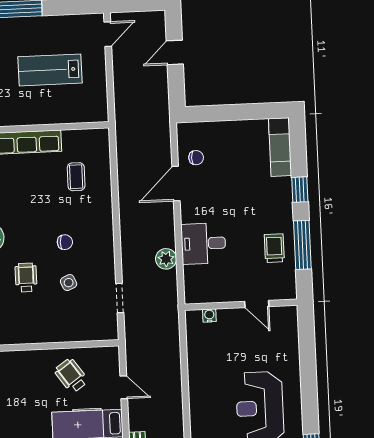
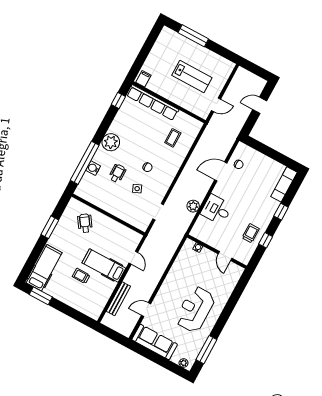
door: (108, 34) -> (216, 105), moved
lab bench: (50, 70) -> (192, 76), turned 180
window: (302, 245) -> (266, 240), width x0.46
wheelchair: (71, 376) -> (85, 223), moved

